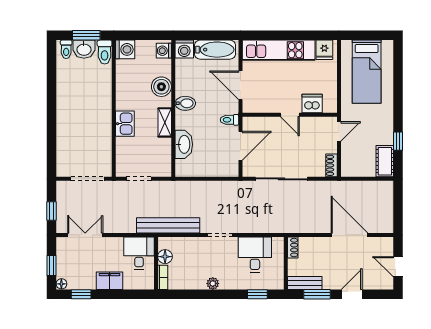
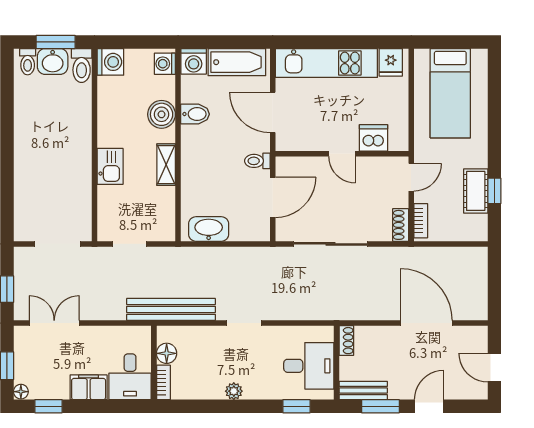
bidet: (185, 103) -> (195, 114), moved
washbasin: (184, 144) -> (209, 229), moved, turned -90
cot: (385, 161) -> (476, 191), moved
bookcase: (346, 162) -> (421, 221), added
desk: (139, 253) -> (130, 377), moved, turned 180
desk: (255, 255) -> (309, 366), moved, turned 90

